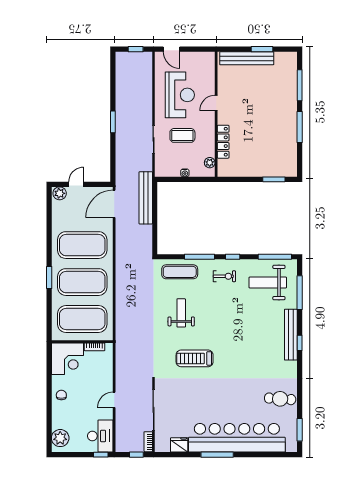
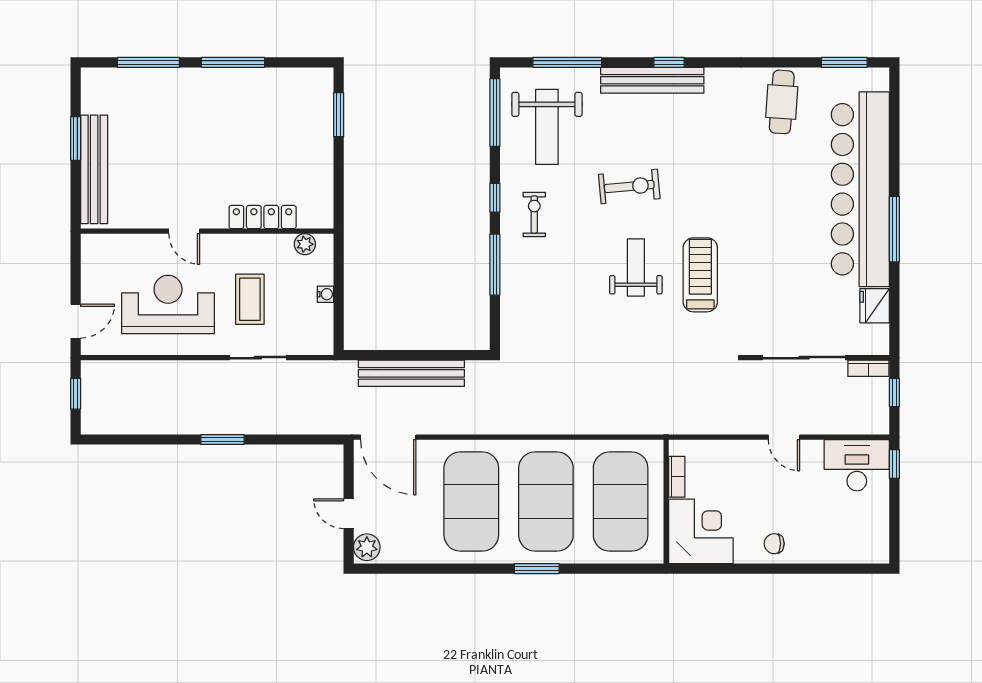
bench: (146, 198) -> (411, 373), moved
exercise mat: (180, 272) -> (525, 305), removed
weight bench: (181, 313) -> (636, 268), moved, turned 90
exercise bike: (238, 323) -> (629, 186), added
treadmill: (195, 358) -> (700, 275), turned 180
plant: (60, 438) -> (861, 546), removed

